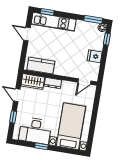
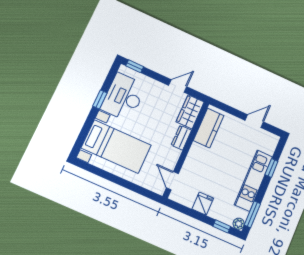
window: (47, 12) -> (271, 168), moved
kitchen unit: (54, 22) -> (253, 181), moved
window: (13, 117) -> (135, 66), moved

